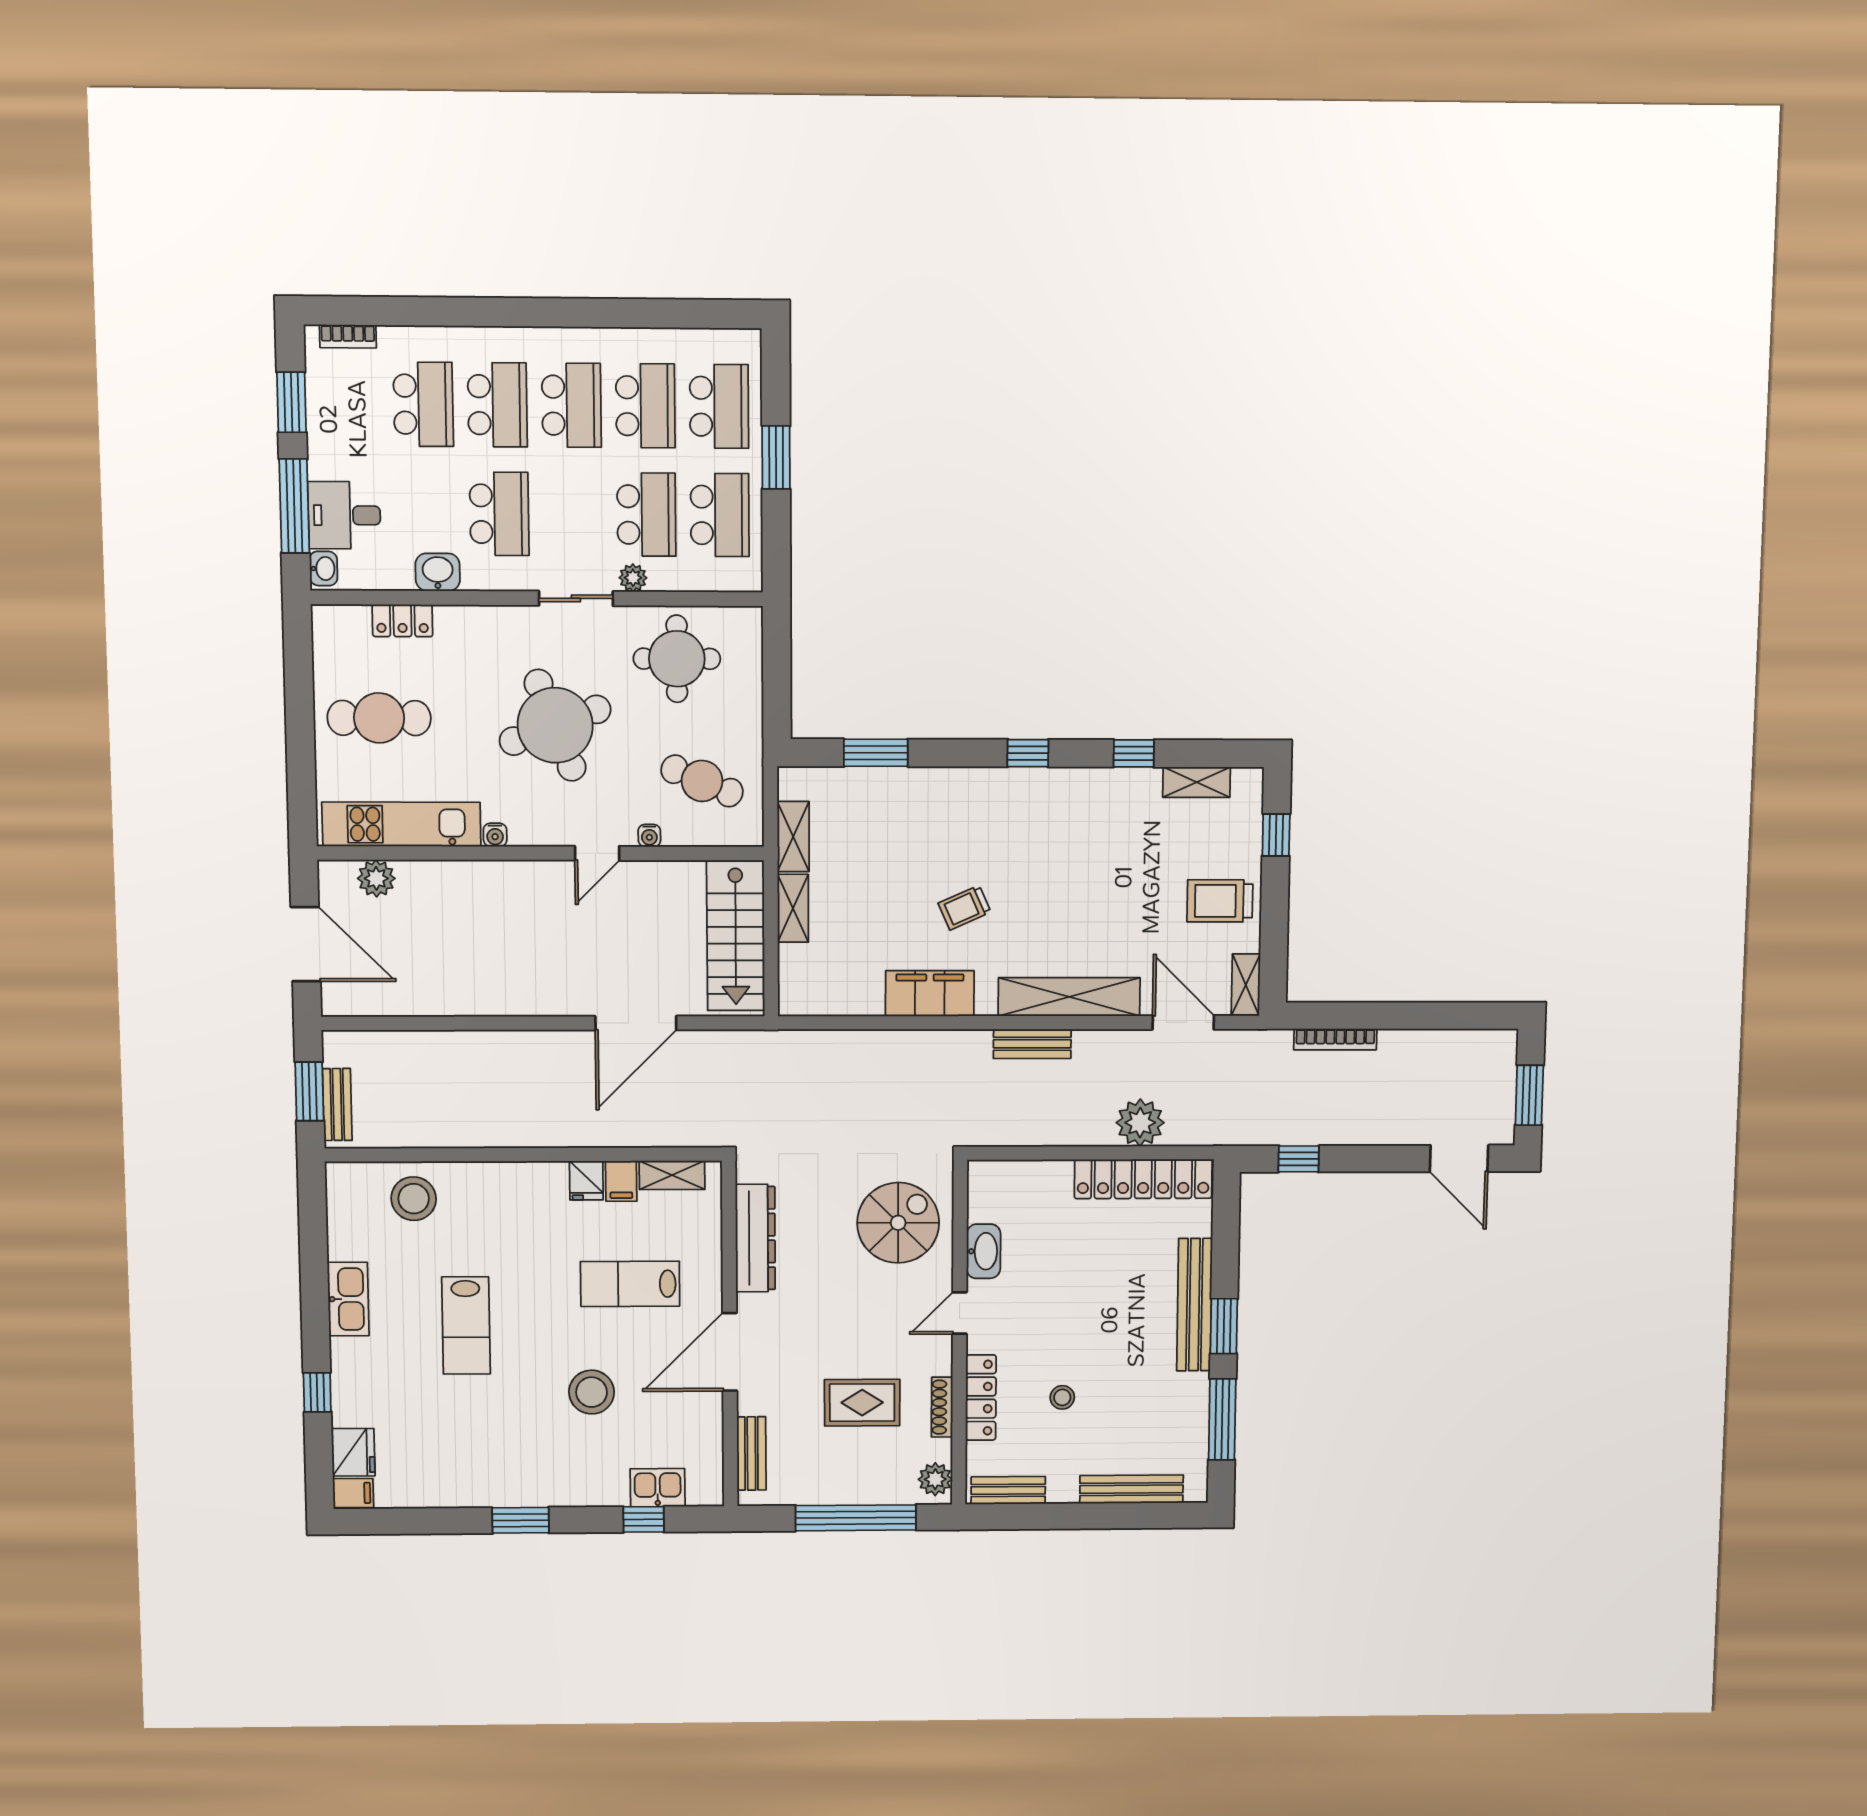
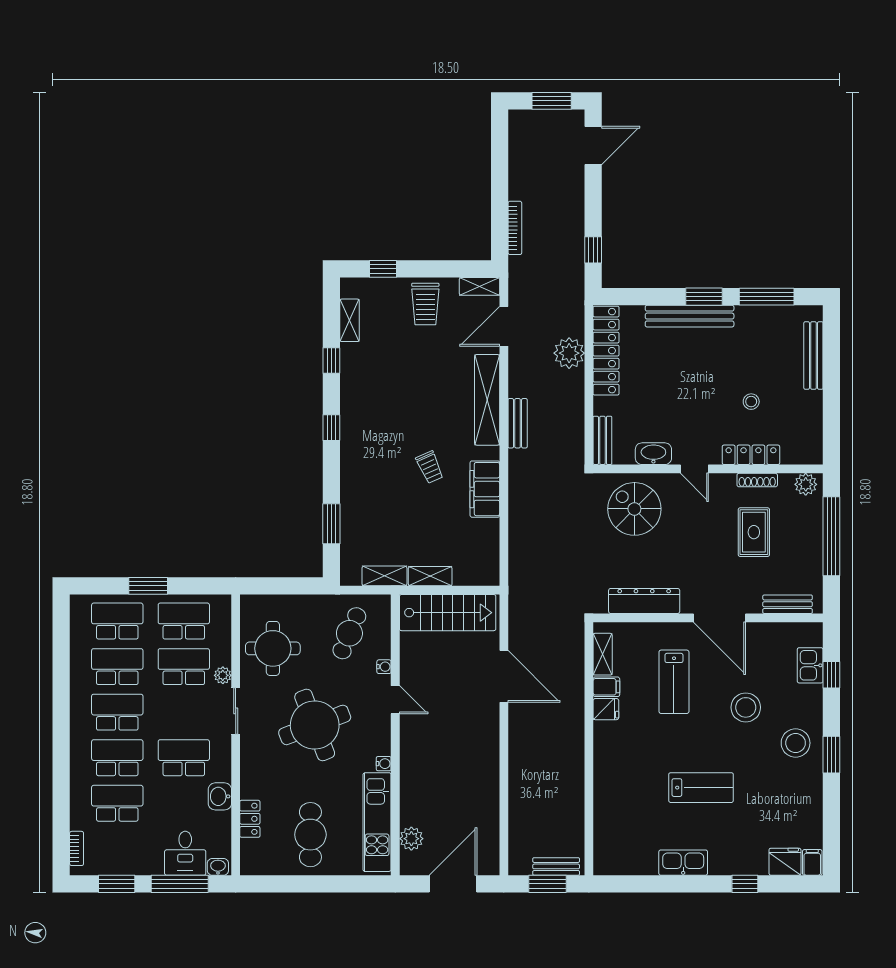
stool: (414, 1199) -> (796, 743), moved
bench: (1008, 1490) -> (602, 440), moved

